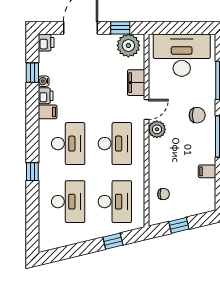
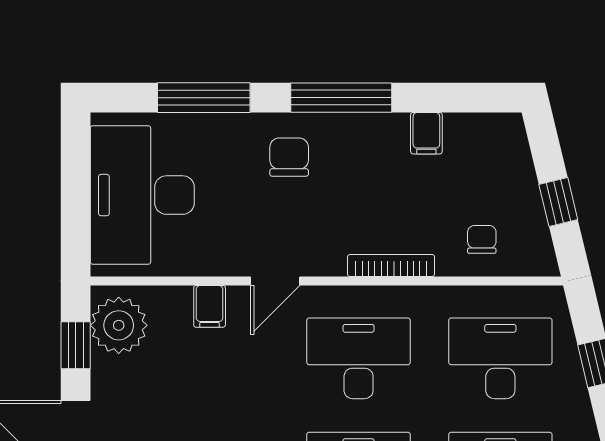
filing cabinet: (136, 83) -> (210, 306), width x0.50
door: (147, 110) -> (275, 281), swing flipped
plant: (157, 129) -> (324, 255), removed
bookcase: (153, 157) -> (391, 265), added

